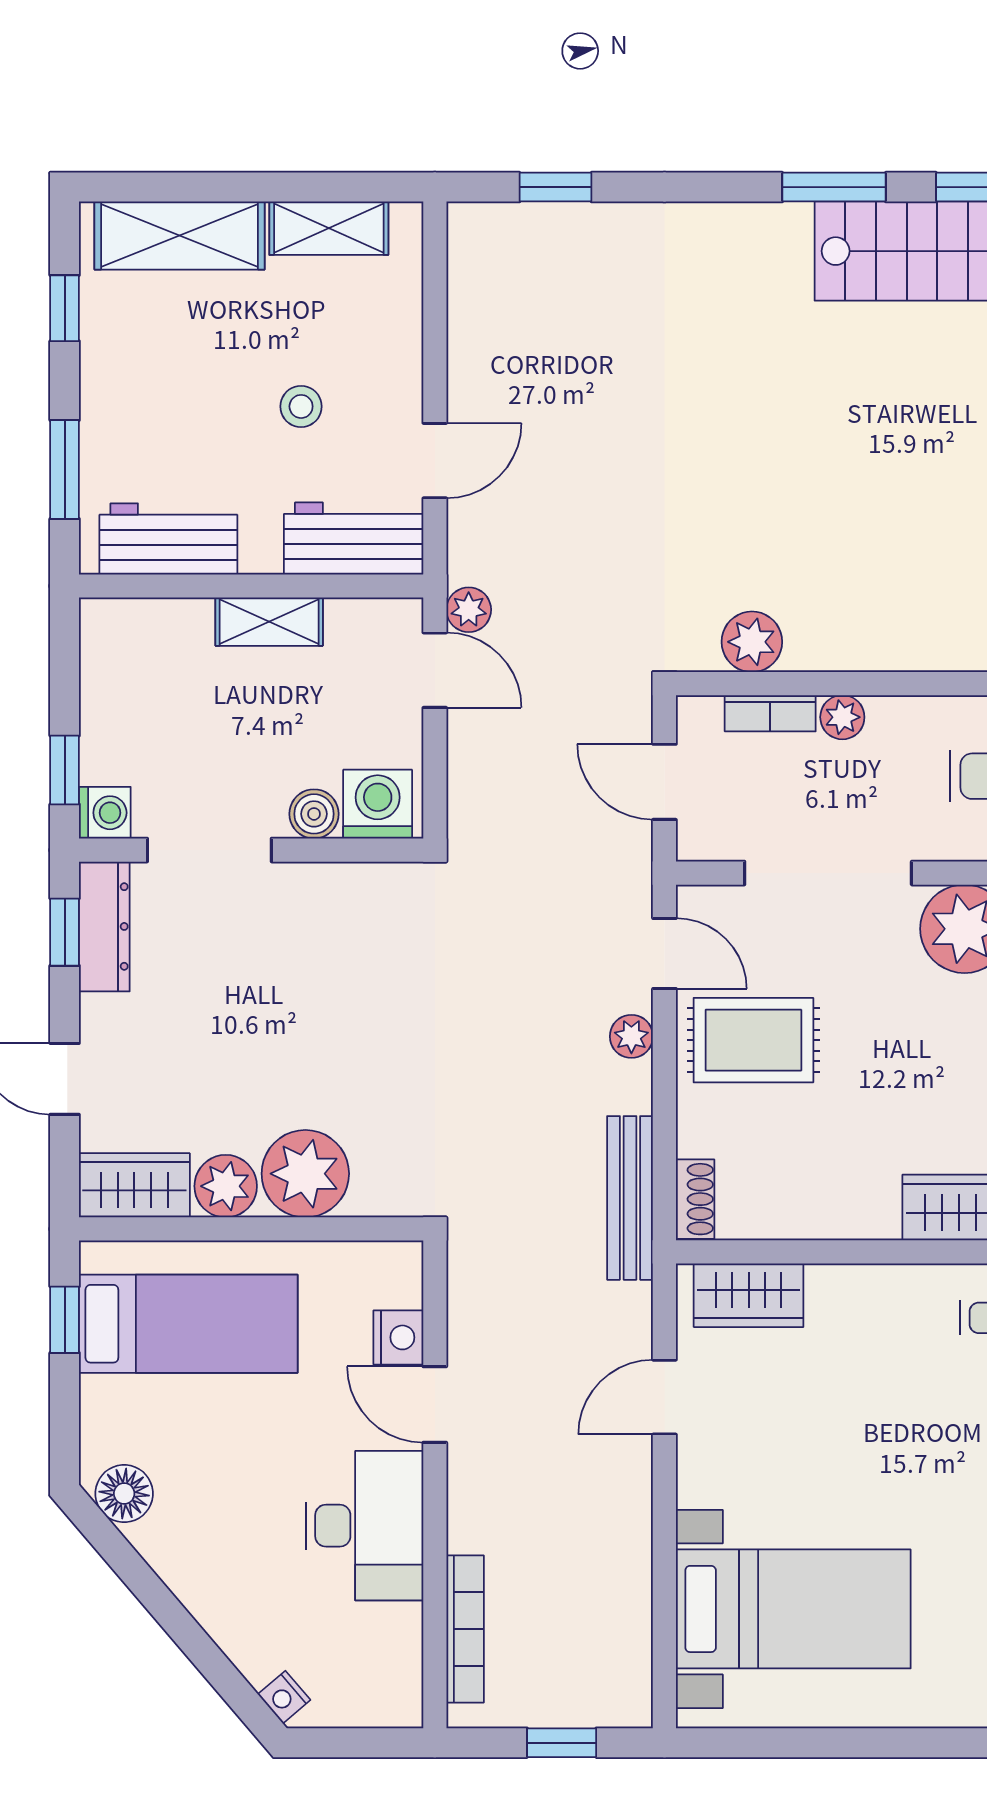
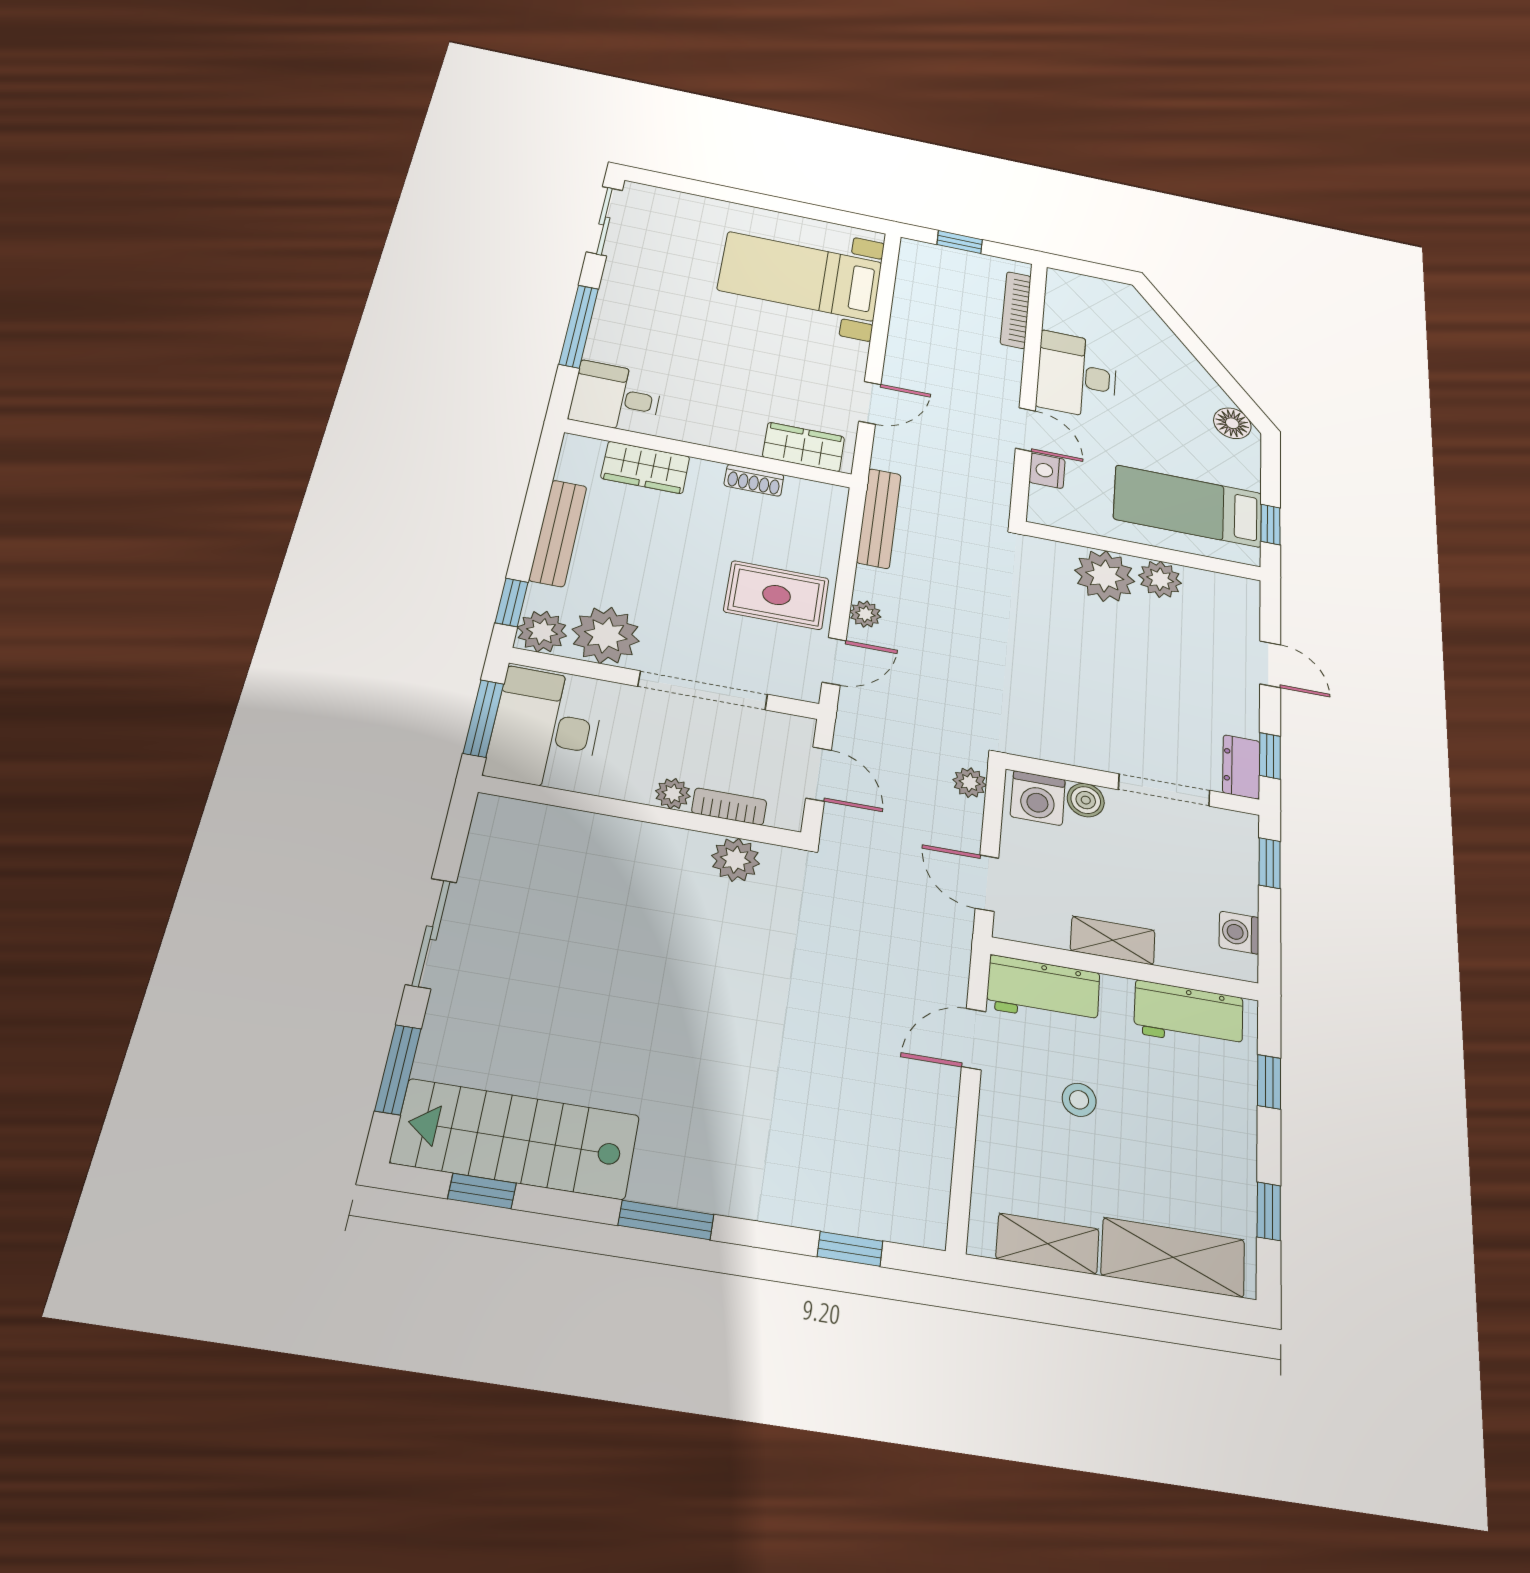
window: (834, 187) -> (666, 1220), moved
window: (65, 470) -> (1269, 1082), width x0.67
plant: (469, 610) -> (970, 783), moved
washing machine: (105, 813) -> (1239, 933), moved
dresser: (104, 926) -> (1241, 767), width x0.70
door: (664, 953) -> (834, 661), swing flipped
wardrobe: (134, 1185) -> (1223, 592), removed
shoe rack: (695, 1199) -> (754, 480), moved, turned -90
nightstand: (284, 1697) -> (1134, 300), removed

